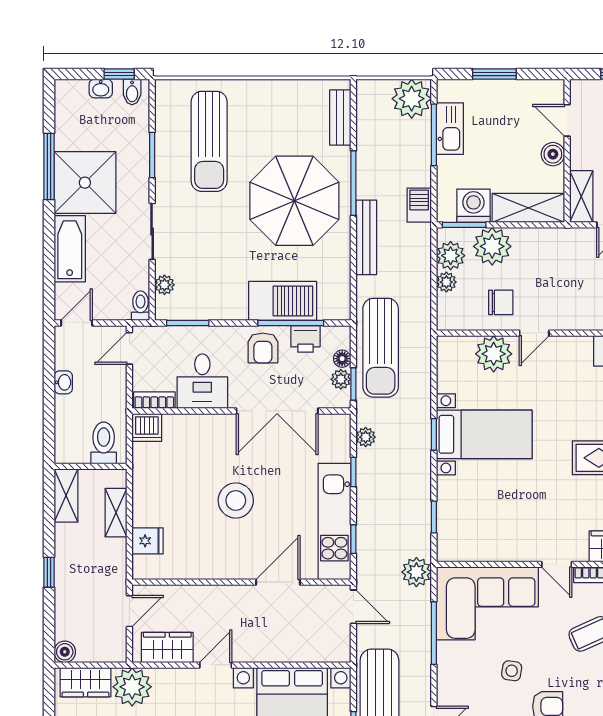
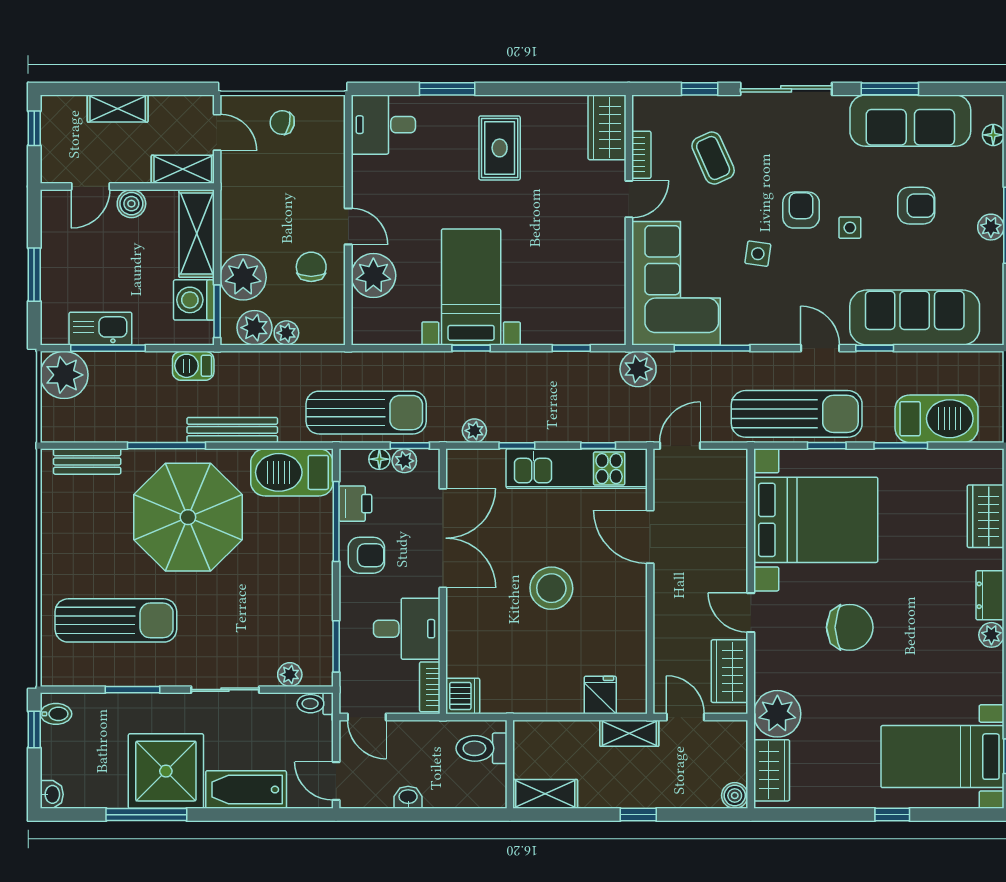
washbasin: (101, 88) -> (52, 794), moved
barbecue: (283, 301) -> (292, 472), moved, turned -90
shelving: (116, 513) -> (629, 733), moved

